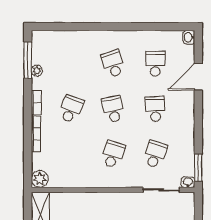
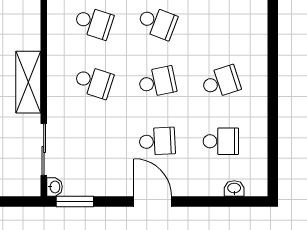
washbasin: (189, 37) -> (234, 188), moved
door: (198, 77) -> (153, 202), moved
school desk: (155, 154) -> (94, 23), moved
shelving: (113, 201) -> (28, 82), added

